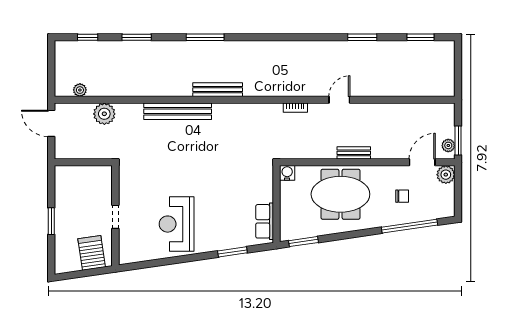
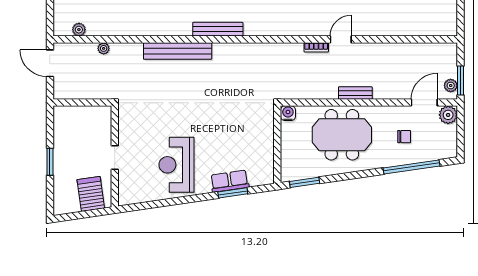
bookcase: (295, 108) -> (316, 47), moved
plant: (104, 114) -> (104, 48), width x0.53, depth x0.53
row of seats: (265, 221) -> (230, 181), moved, turned 82

